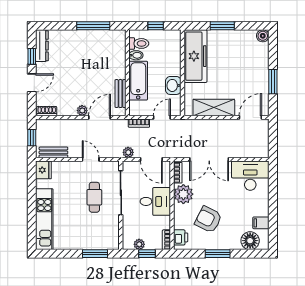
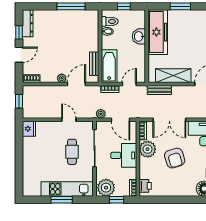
bathtub: (138, 81) -> (109, 66), moved
washbasin: (173, 85) -> (139, 36), moved
bench: (53, 152) -> (159, 90), moved
kitchen unit: (44, 219) -> (67, 189), moved, turned -90
armchair: (208, 219) -> (175, 158), moved, turned -134
plant: (139, 244) -> (106, 188), width x1.88, depth x1.88
window: (95, 254) -> (62, 200), moved
window: (218, 254) -> (177, 200), removed

